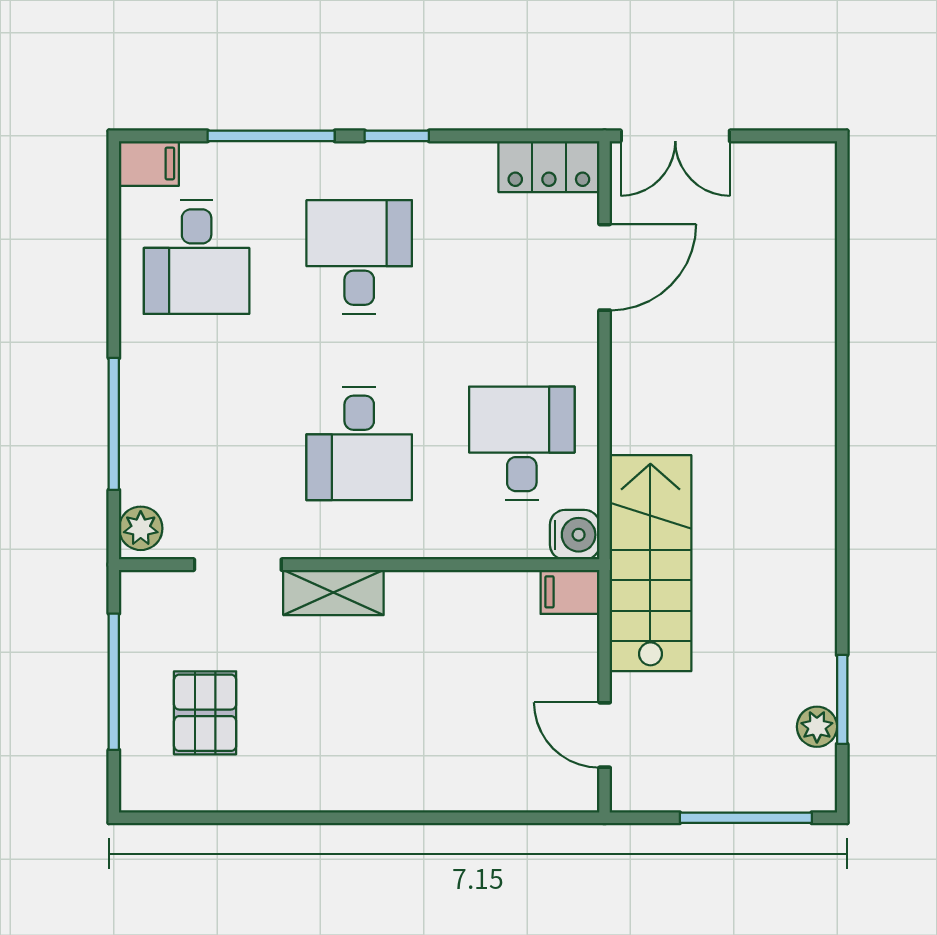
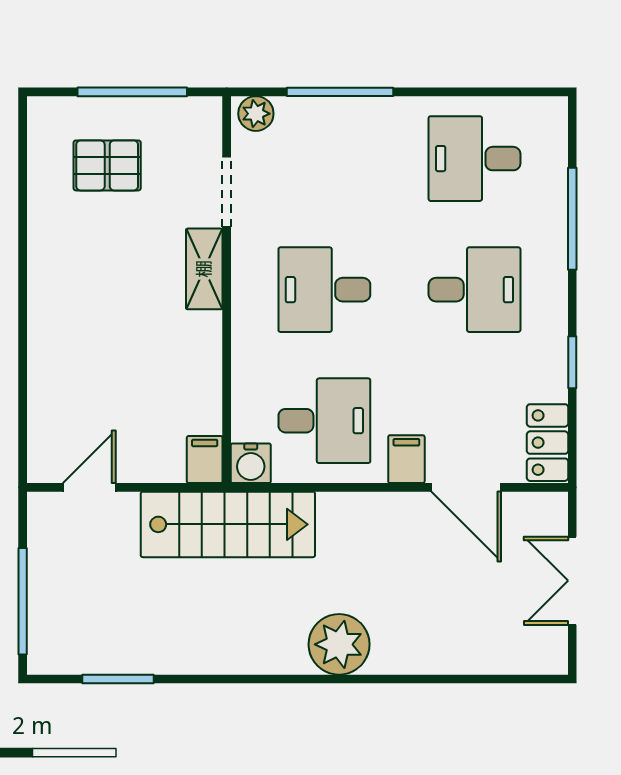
window: (397, 136) -> (572, 362), moved
double door: (675, 136) -> (572, 581), moved
filing cabinet: (149, 163) -> (406, 459), moved, turned 180
plant: (817, 727) -> (339, 644), moved, width x1.88, depth x1.88

